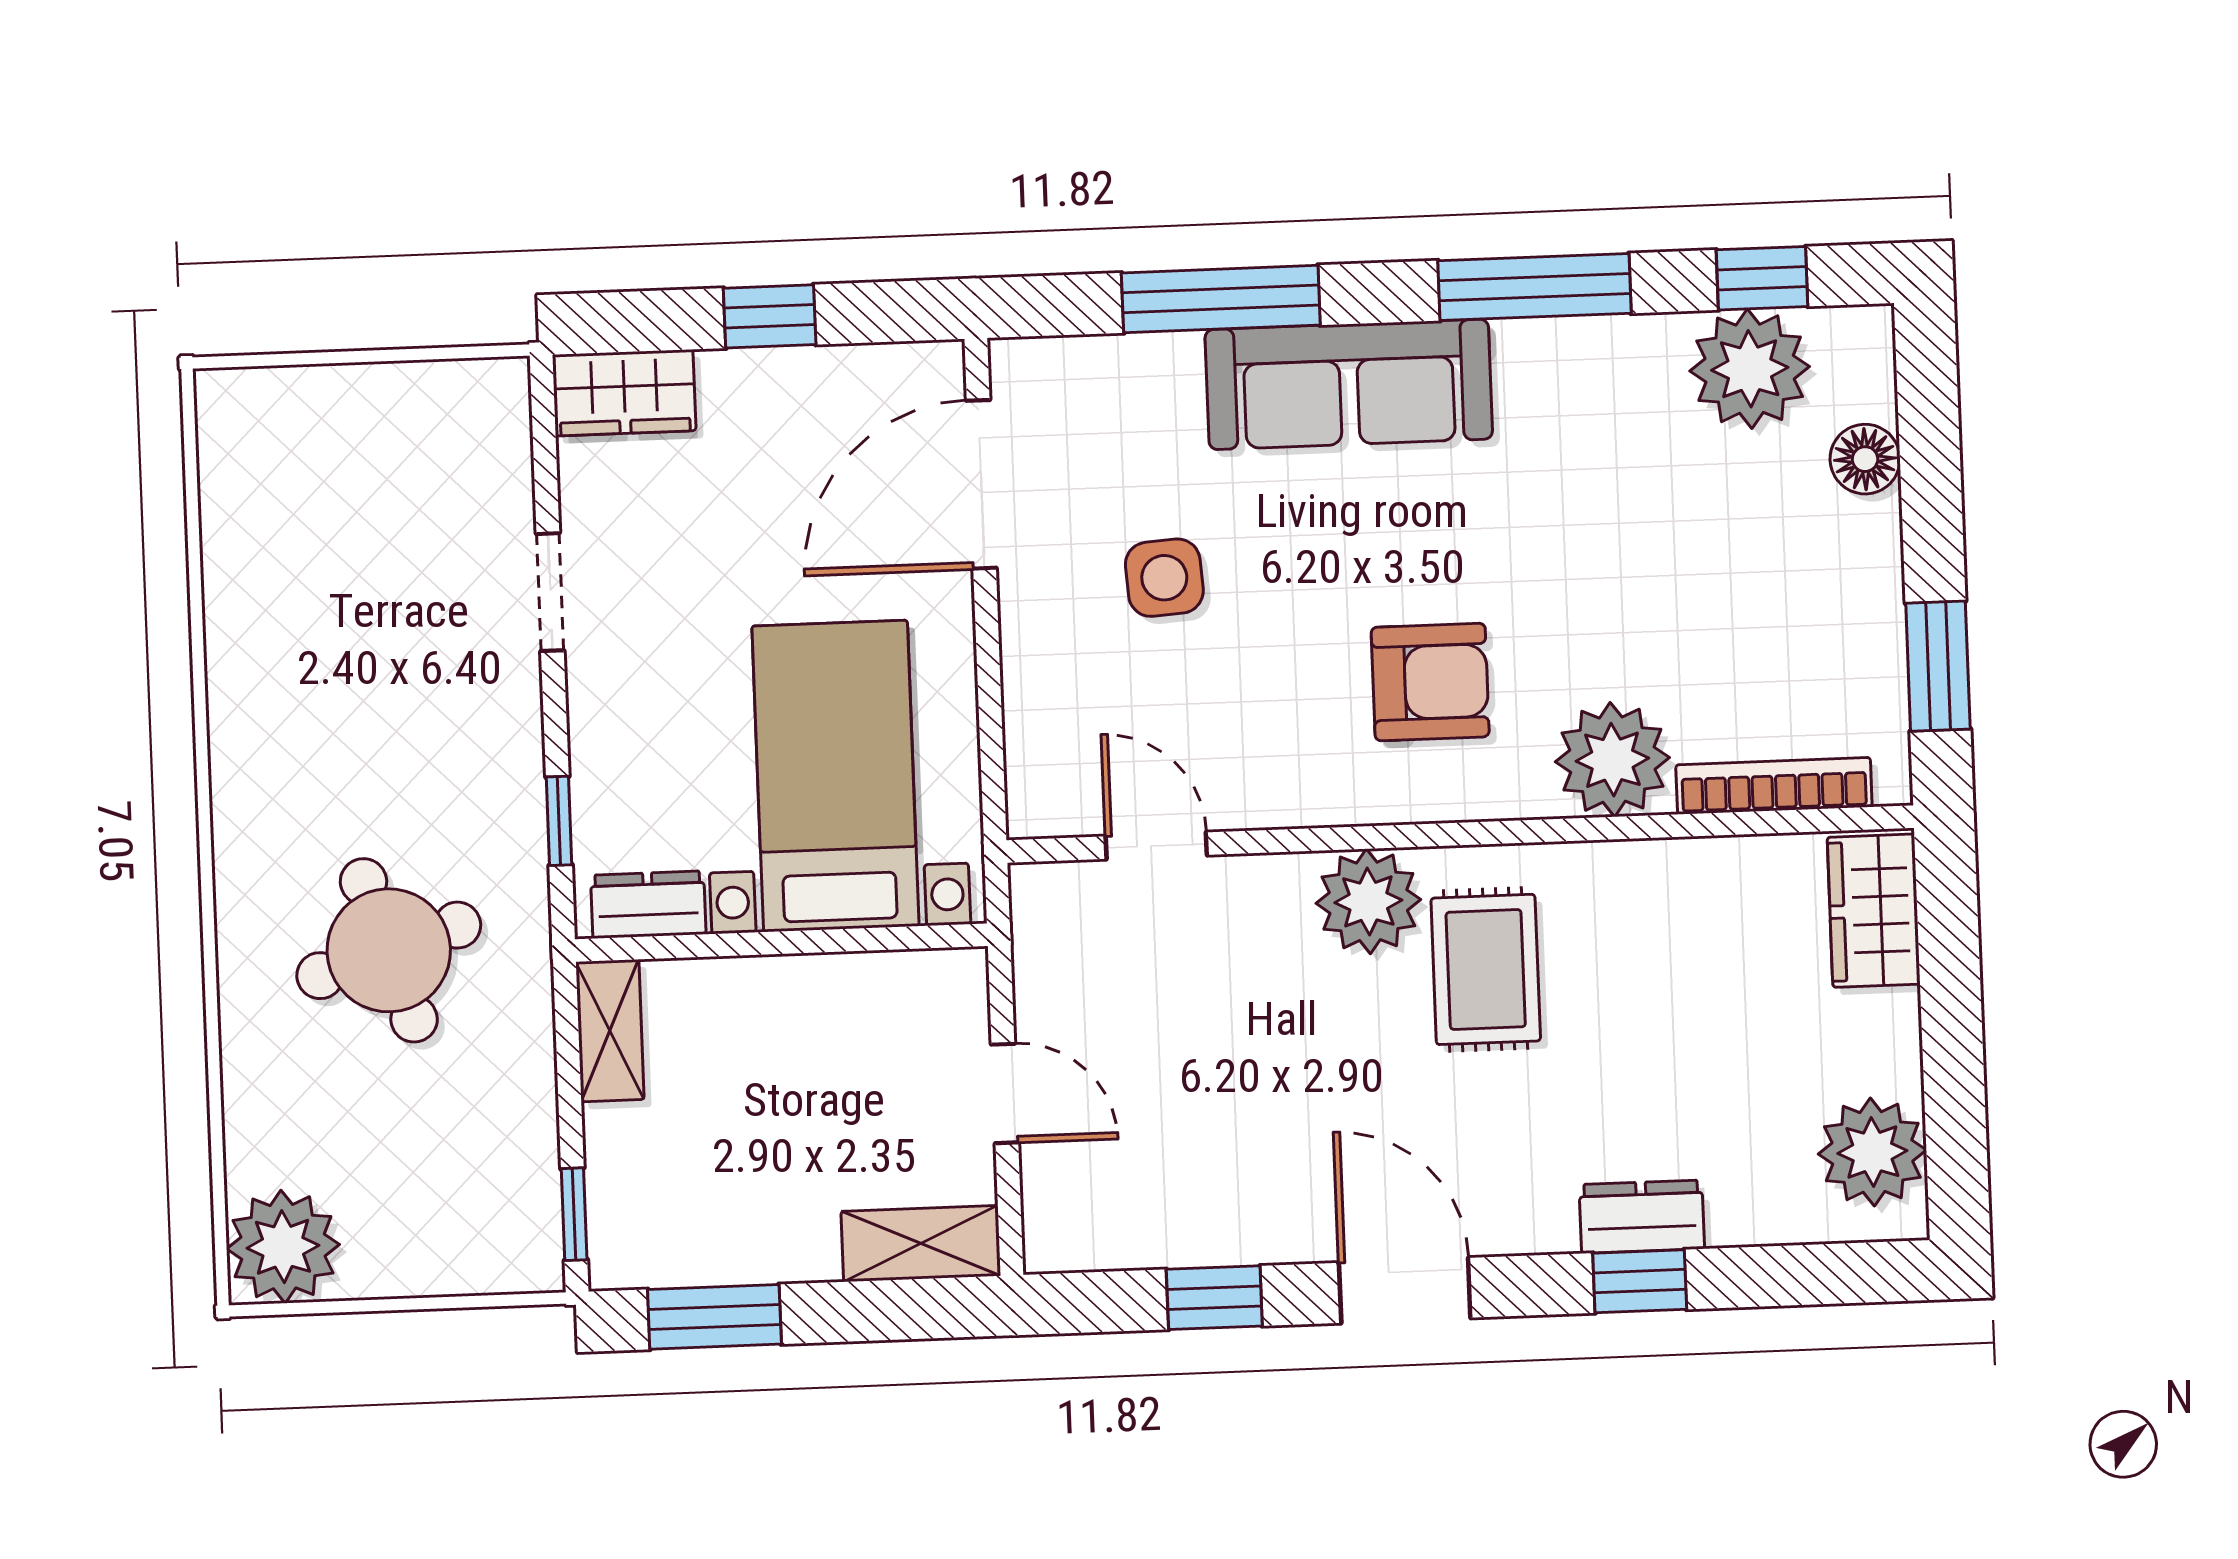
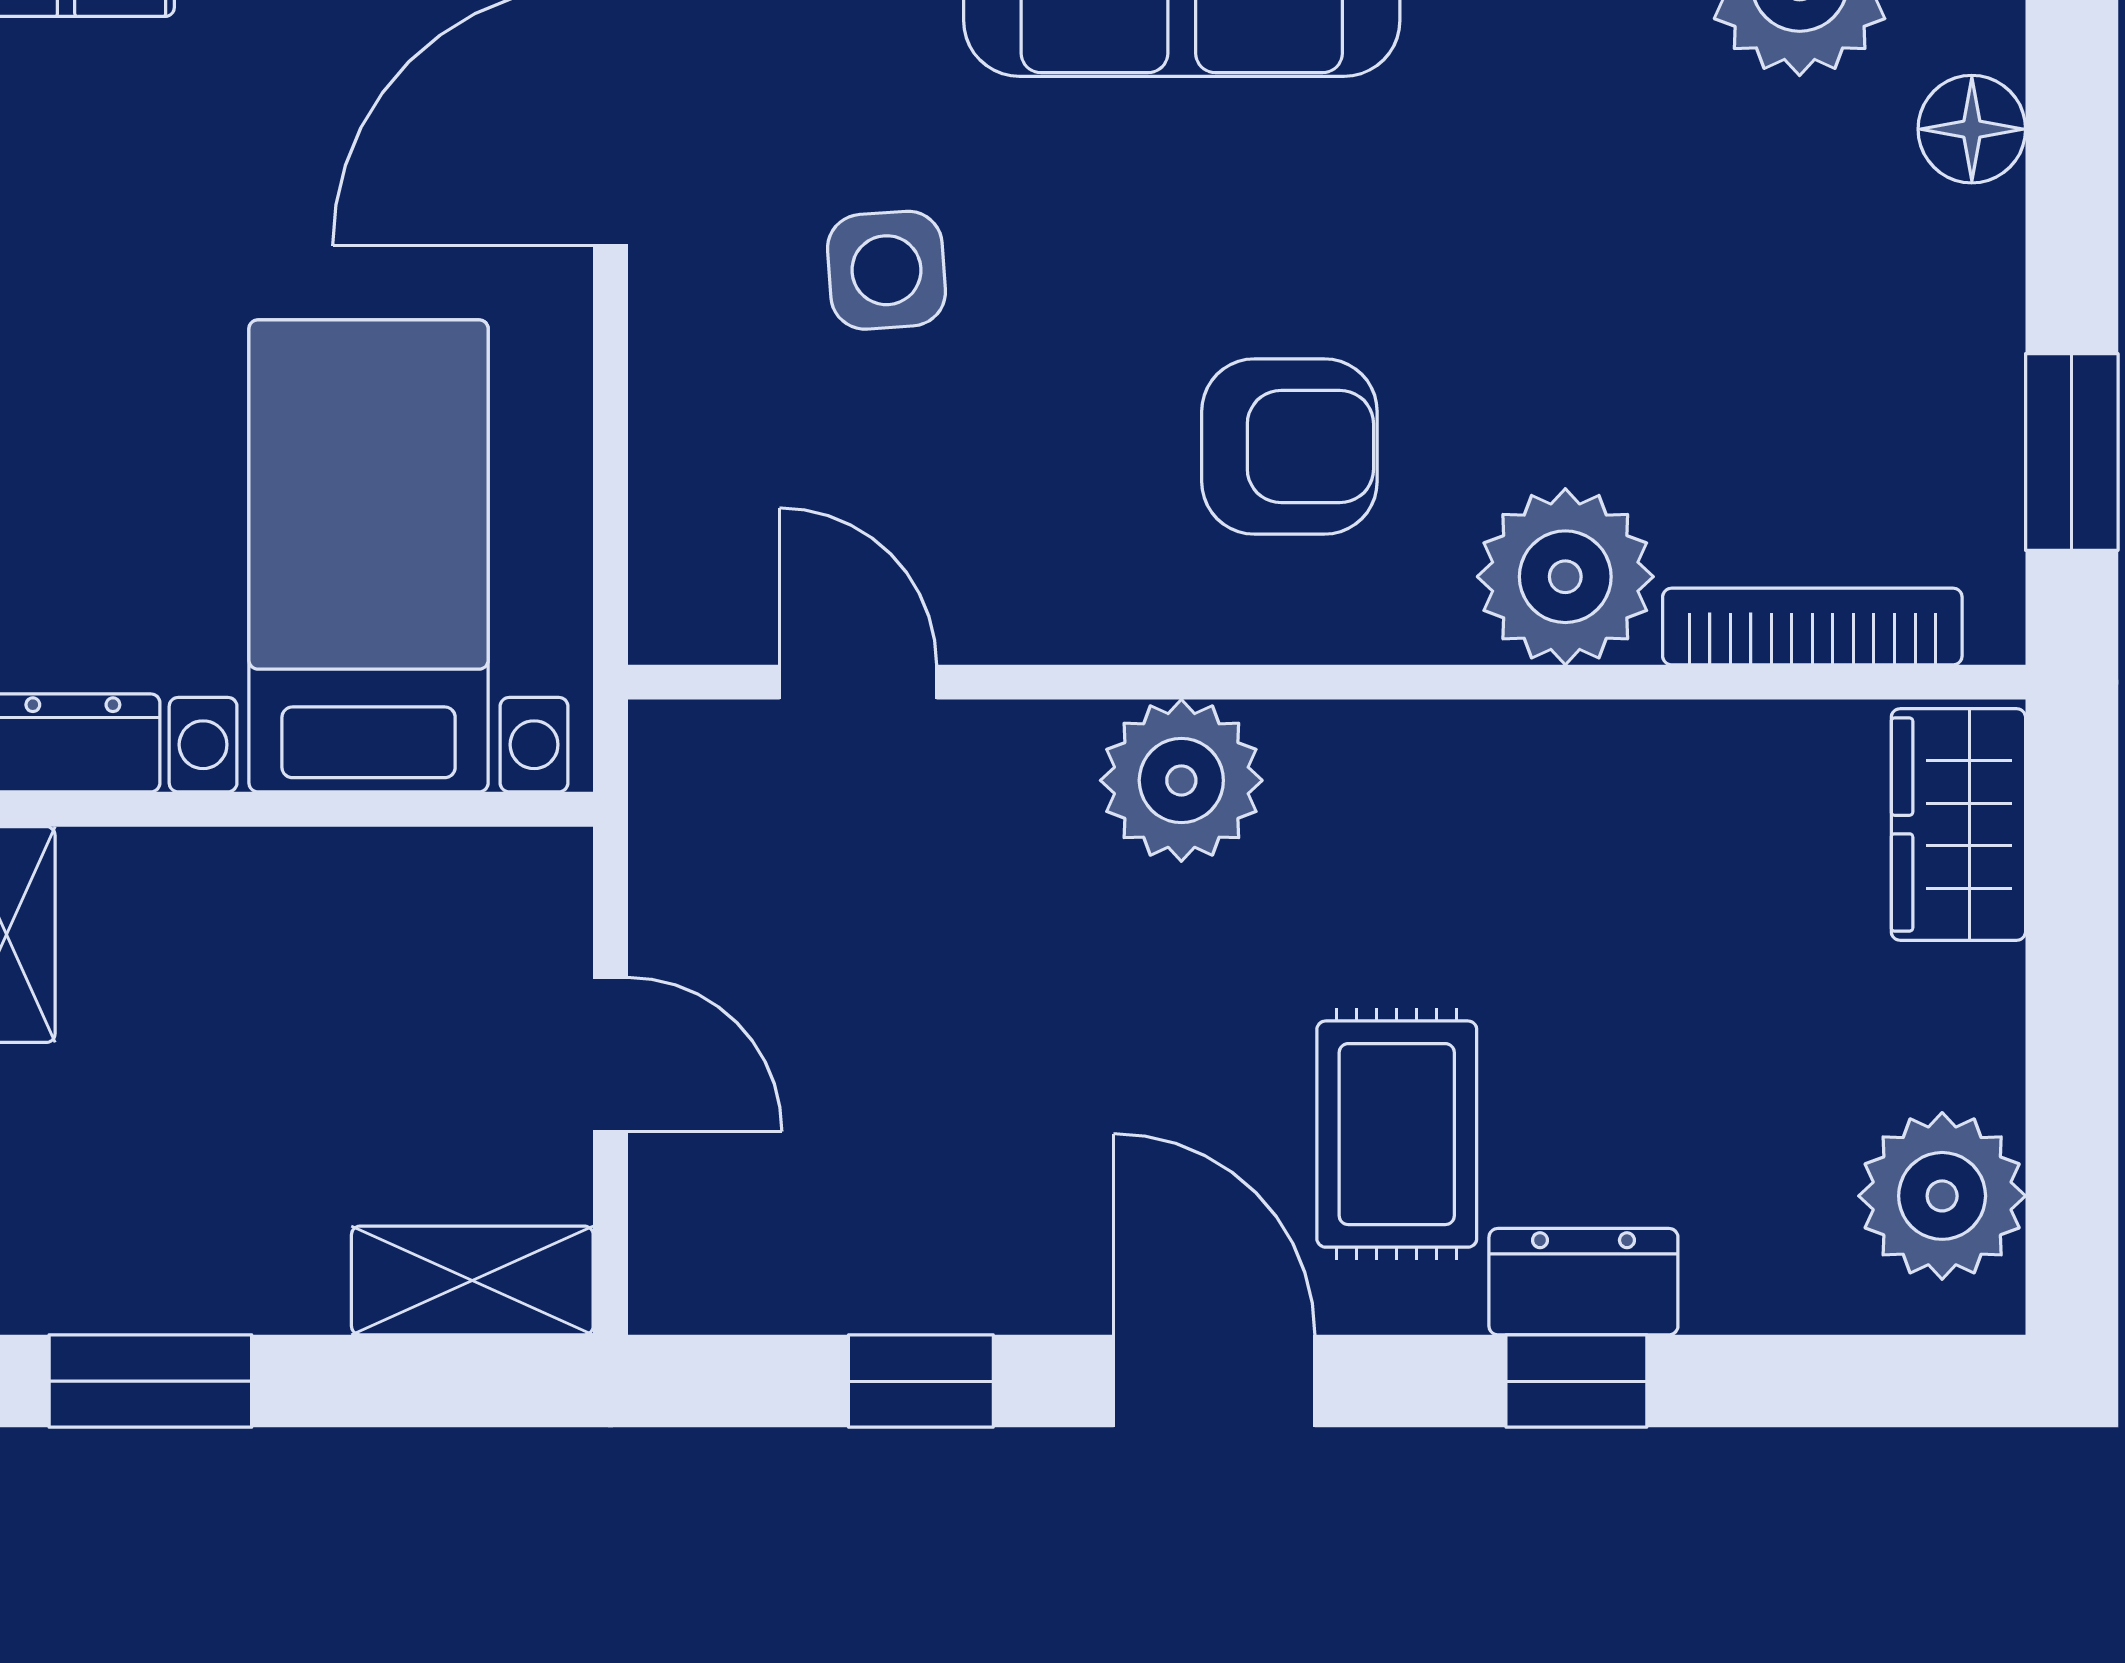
rug: (1486, 969) -> (1397, 1134), moved

